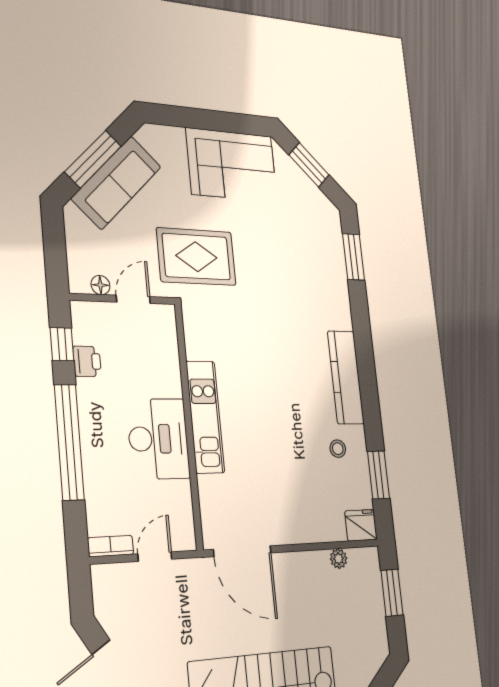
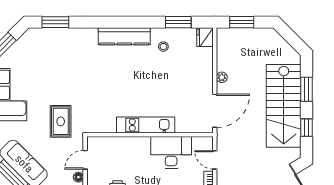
rug: (196, 257) -> (61, 121), width x0.73, depth x0.70
door: (133, 299) -> (85, 160), hinge flipped
desk: (158, 439) -> (171, 152), moved
plant: (339, 559) -> (222, 77), moved

